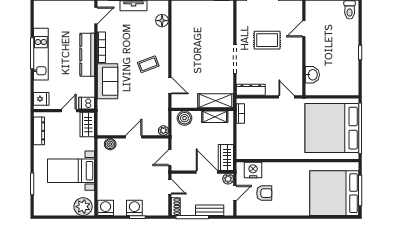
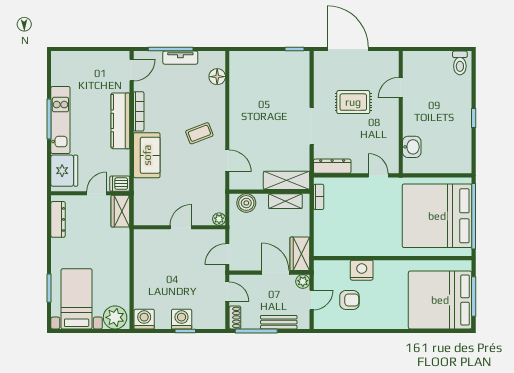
fridge: (41, 99) -> (64, 171), width x1.88, depth x1.34
boiler: (110, 144) -> (150, 237), removed
nightstand: (253, 170) -> (362, 270), moved
bed with nightstands: (71, 171) -> (77, 299), moved, turned 90

